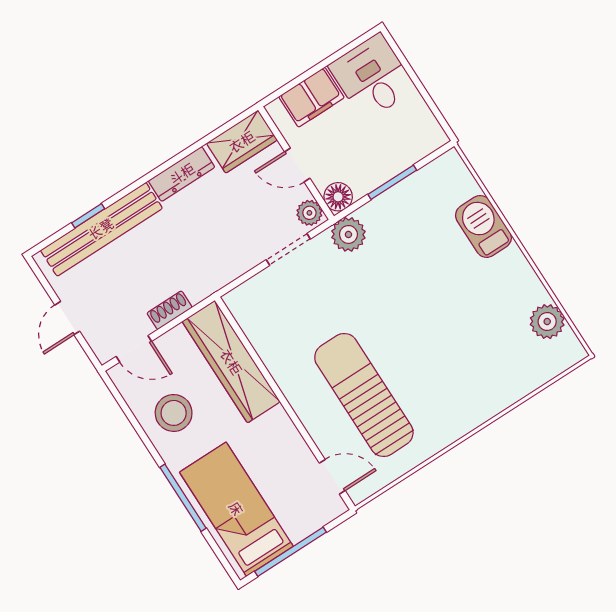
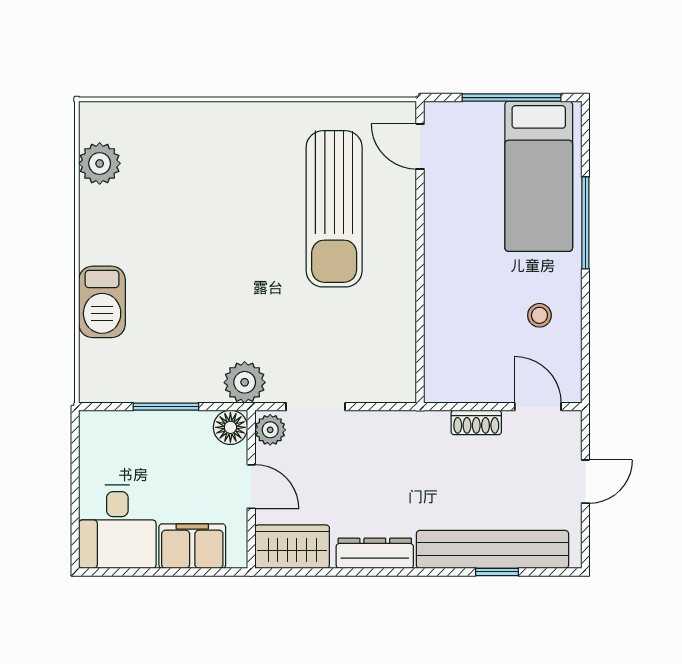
wardrobe: (231, 362) -> (447, 330), removed
stool: (174, 413) -> (539, 315), width x0.53, depth x0.53

